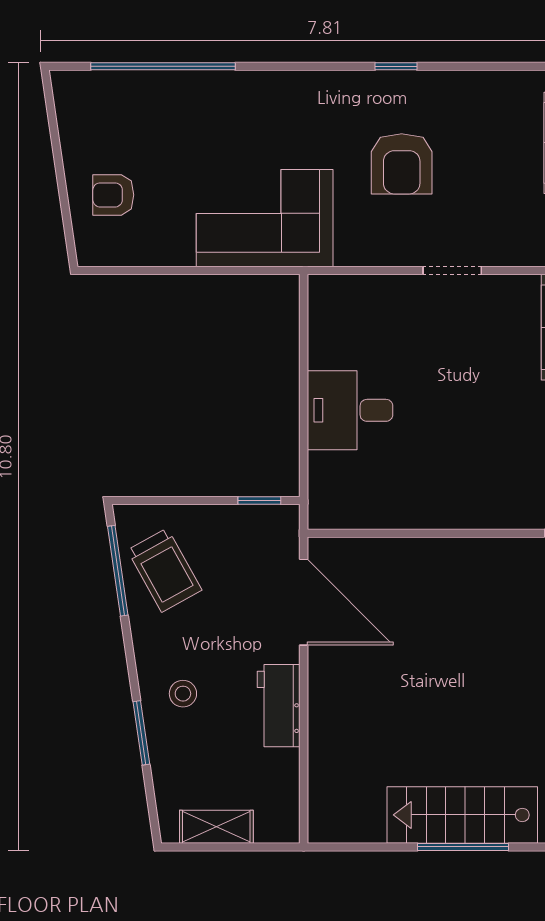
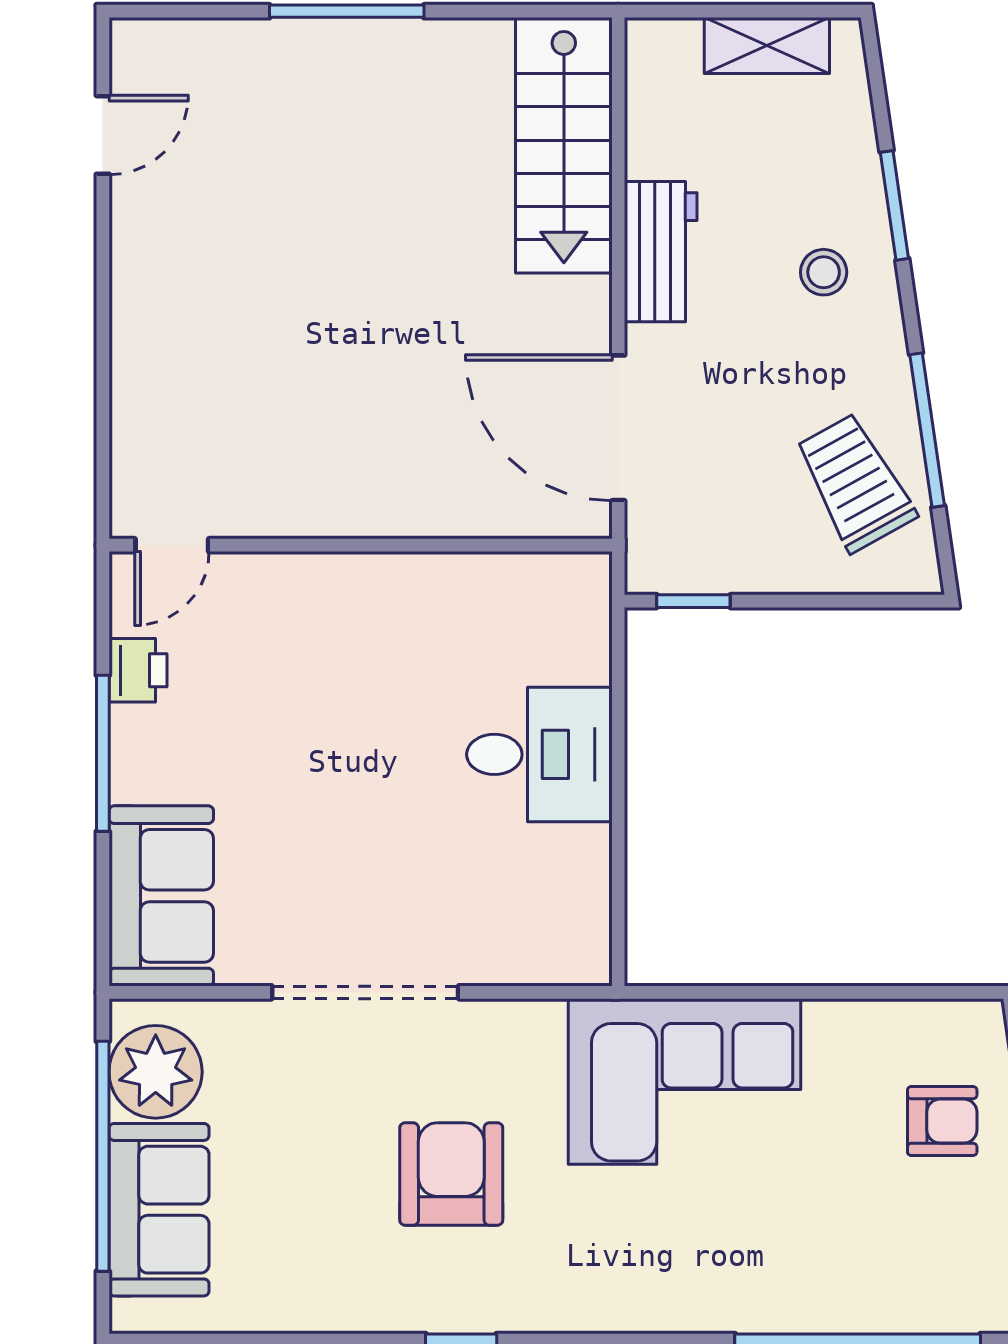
doorway: (452, 271) -> (365, 992), width x1.88
window: (118, 571) -> (927, 430), moved
stairs: (462, 815) -> (564, 145), moved, turned 90

